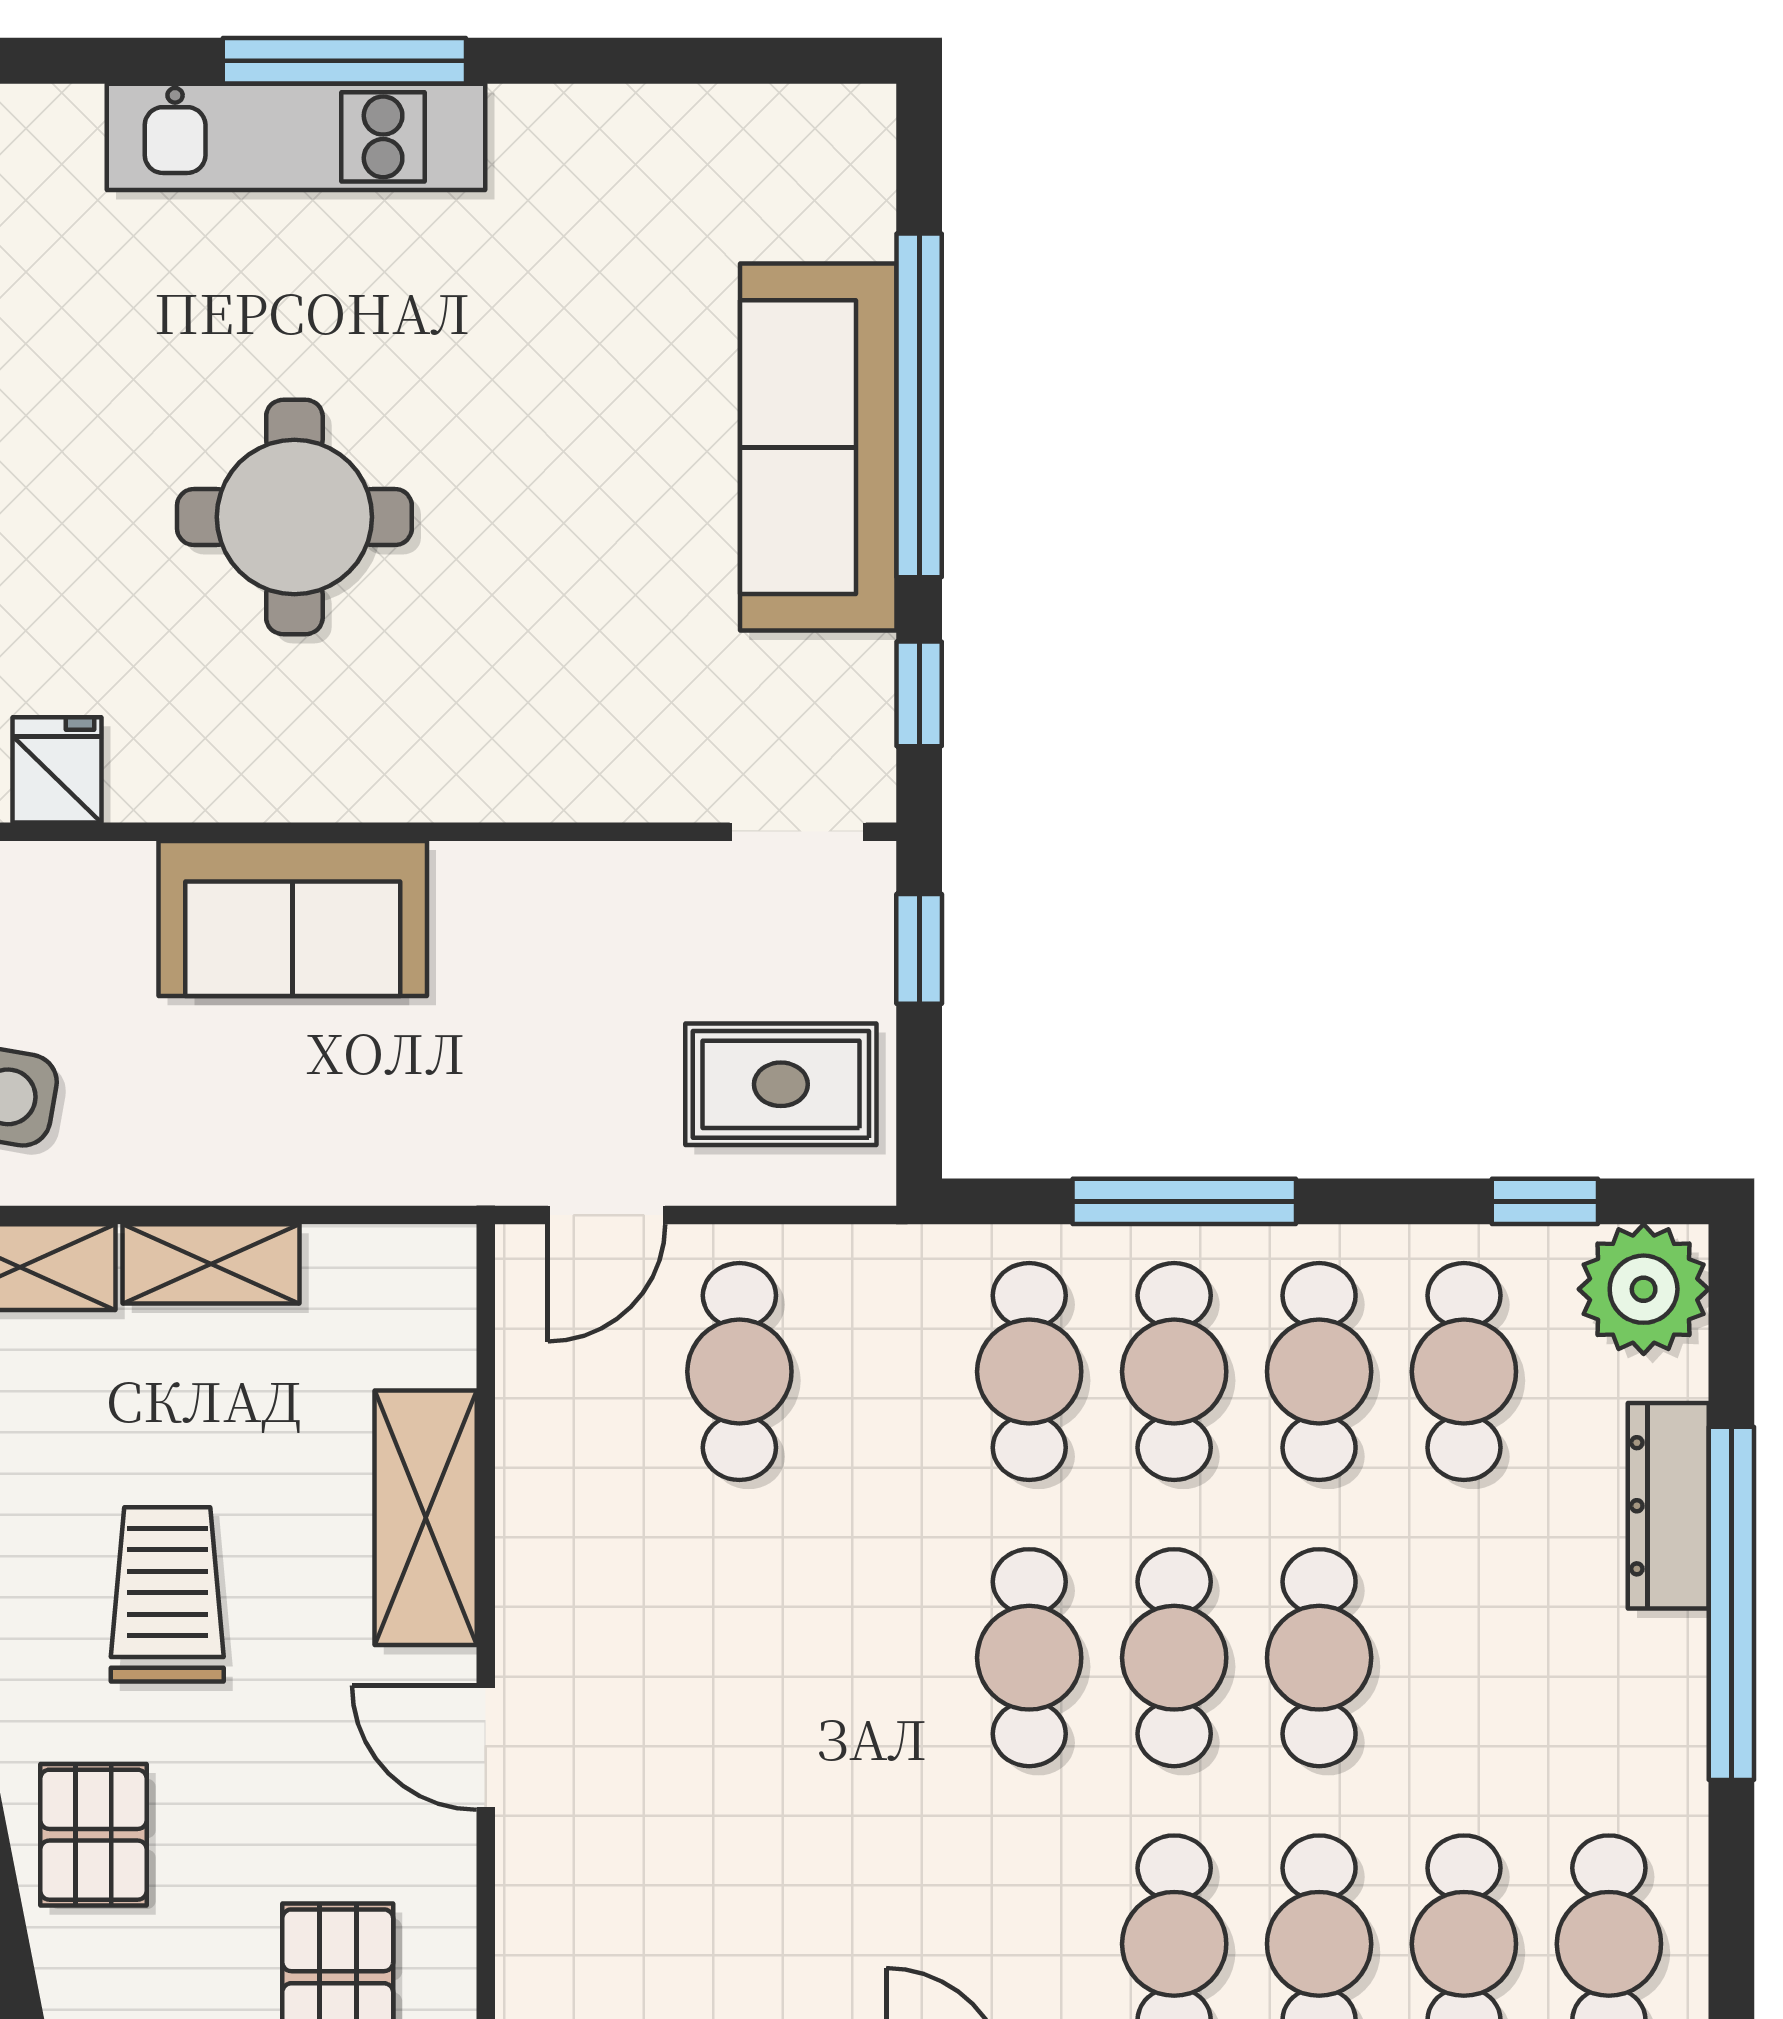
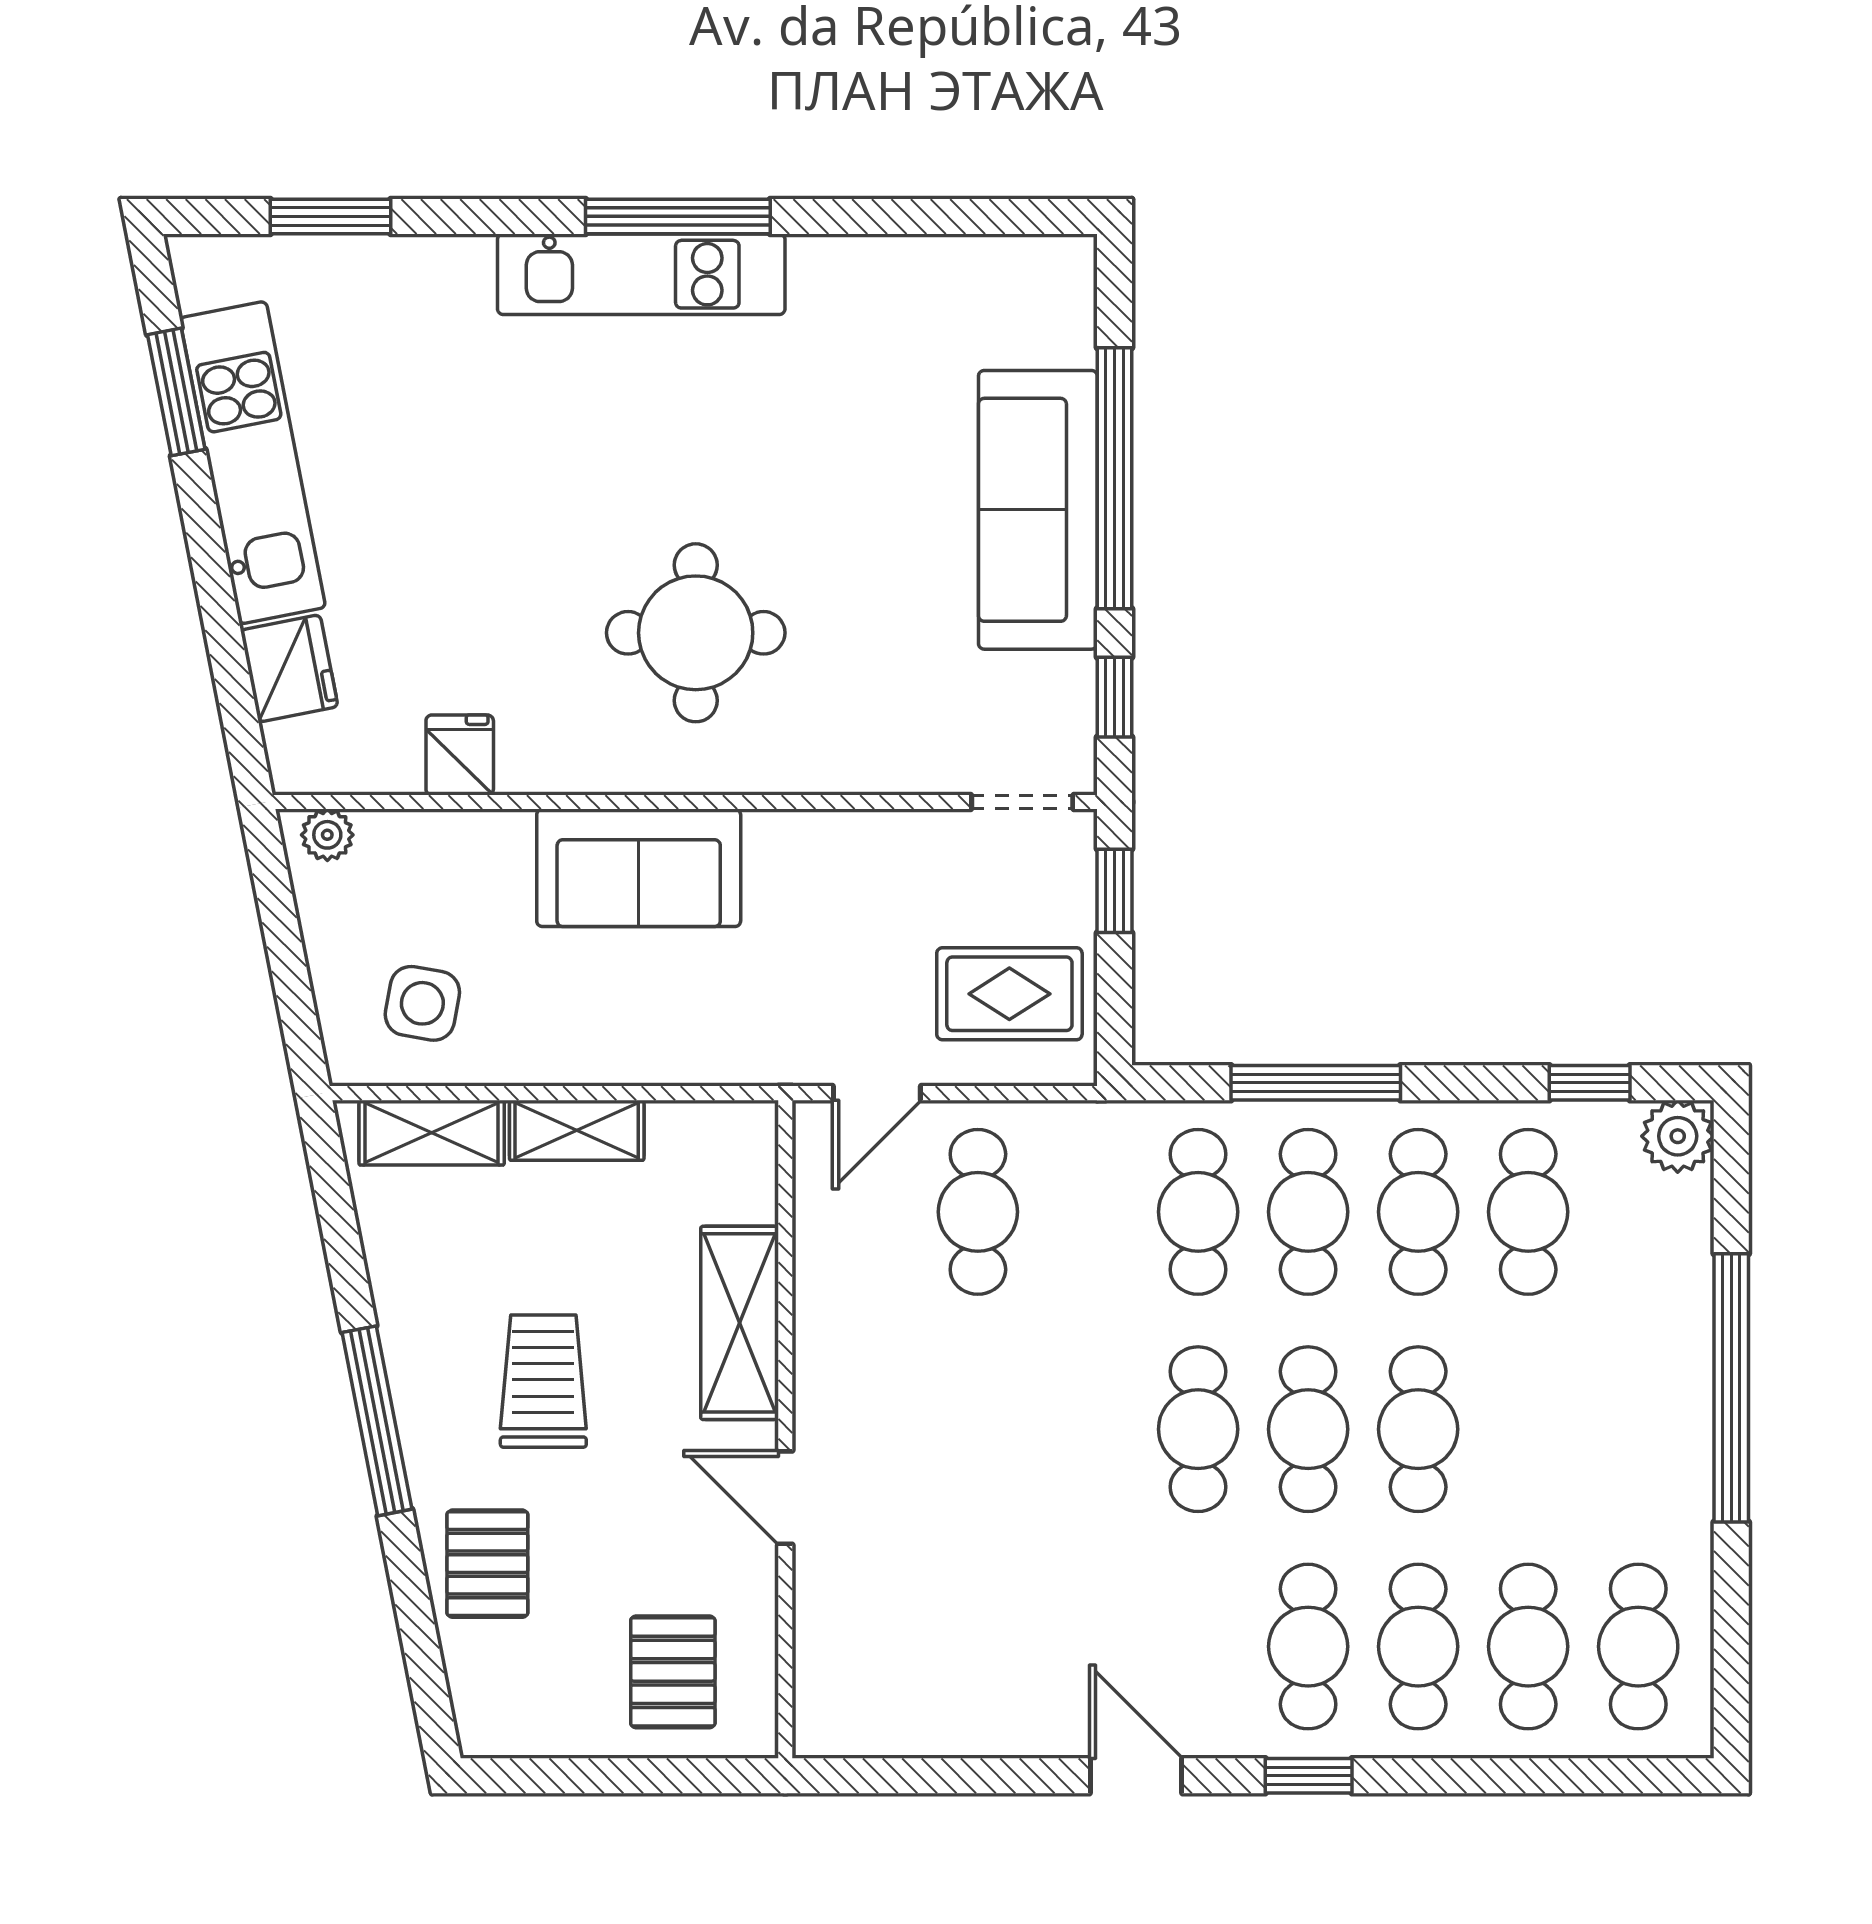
round table: (294, 517) -> (696, 633), moved
plant: (1644, 1289) -> (1678, 1136), width x0.73, depth x0.73
dresser: (1668, 1506) -> (1683, 1314), removed

